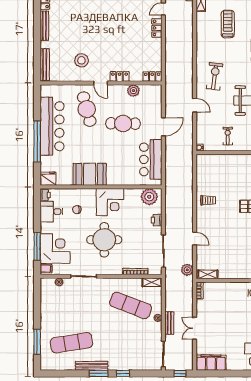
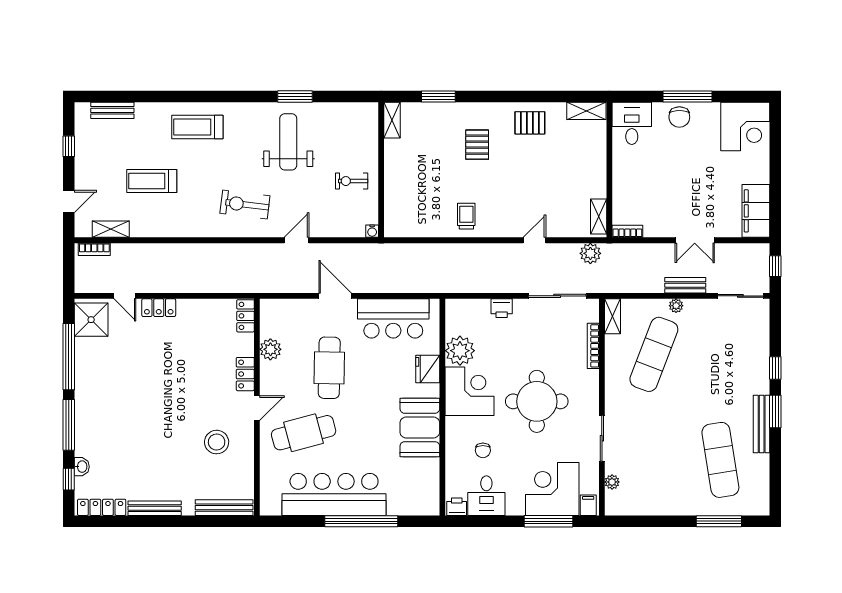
fridge: (48, 179) -> (428, 369), moved
plant: (149, 197) -> (460, 351), moved

